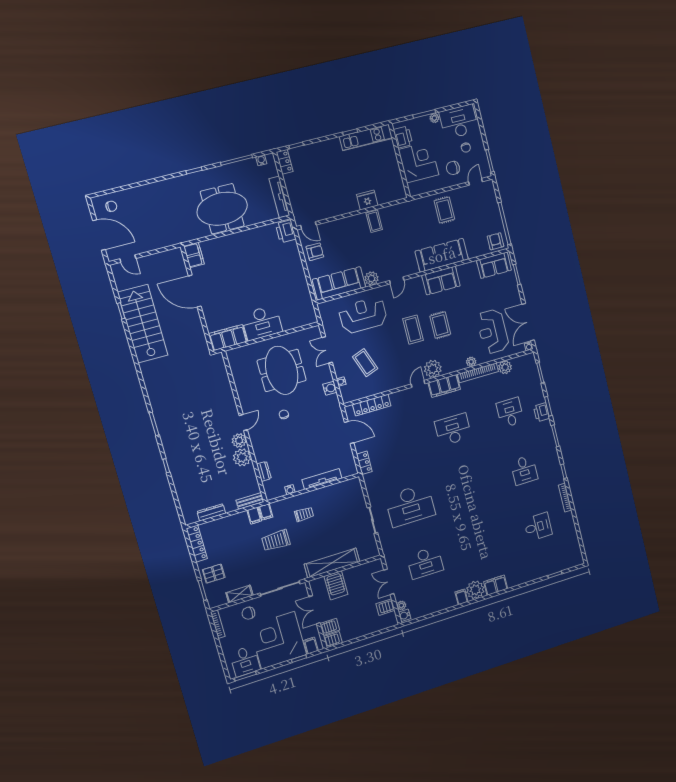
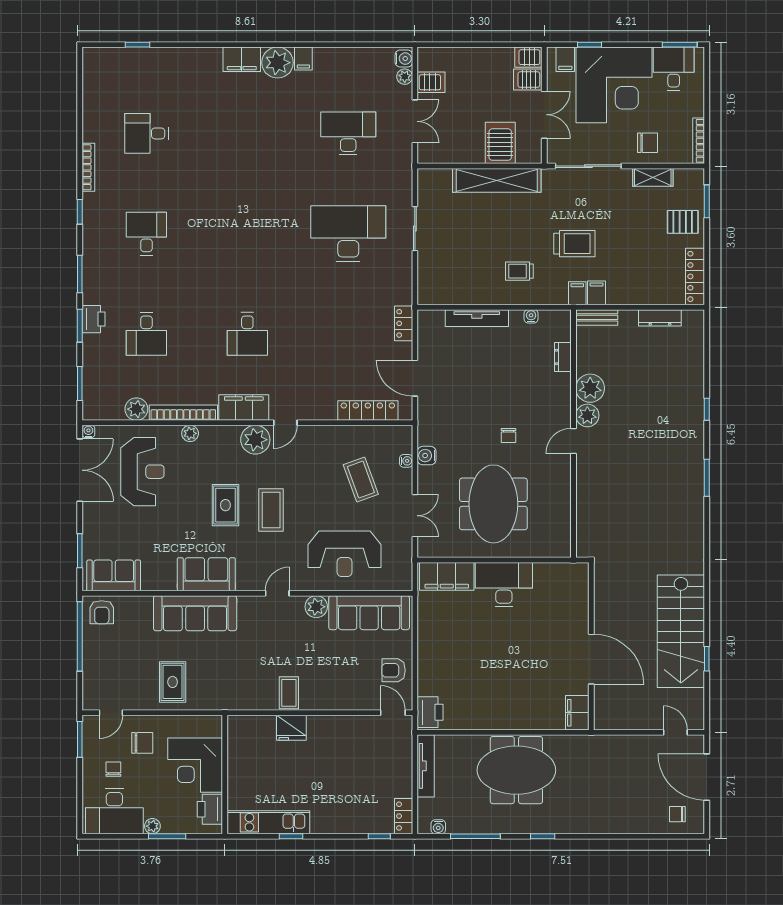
filing cabinet: (228, 338) -> (447, 576), moved
desk: (453, 430) -> (247, 334), width x0.73

